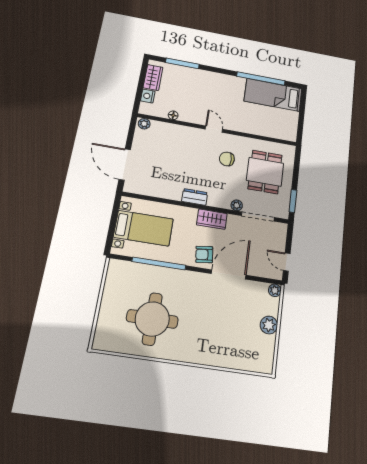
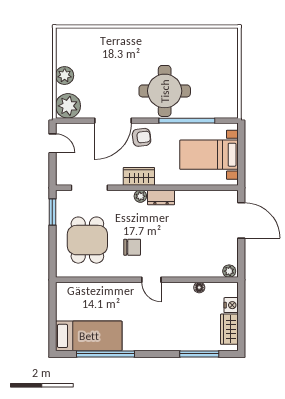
plant: (237, 205) -> (140, 196), moved
plant: (275, 290) -> (68, 106), width x1.88, depth x1.88
round table: (152, 319) -> (165, 91), moved

